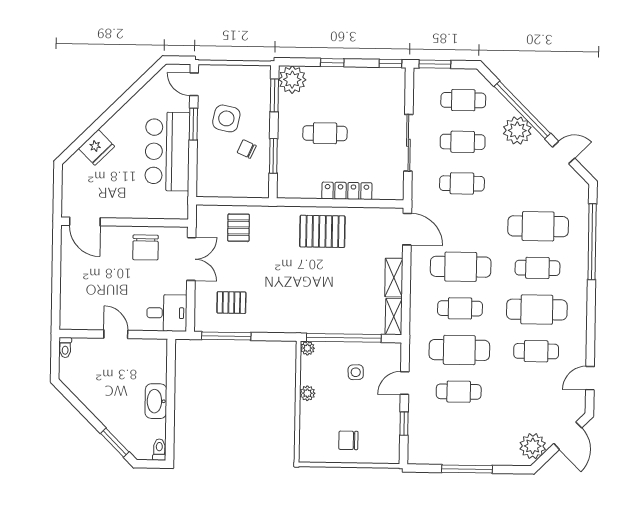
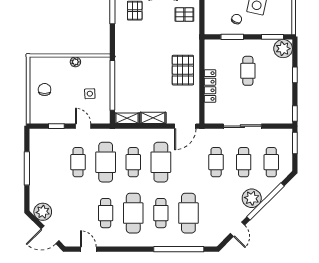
plant: (307, 348) -> (105, 61), removed

